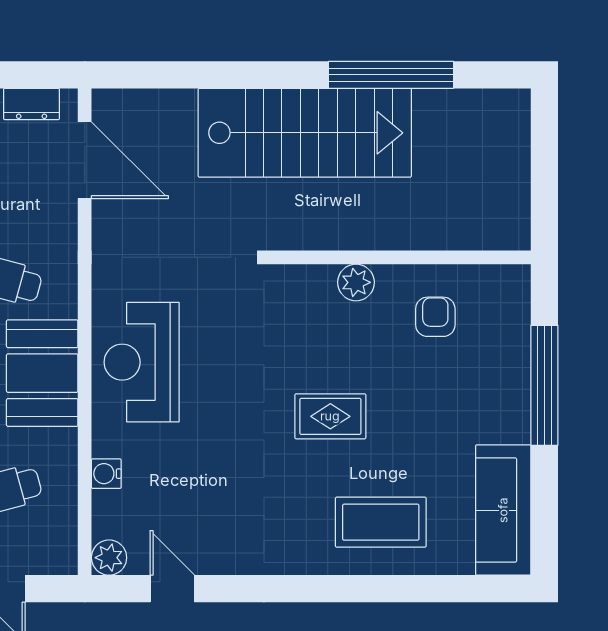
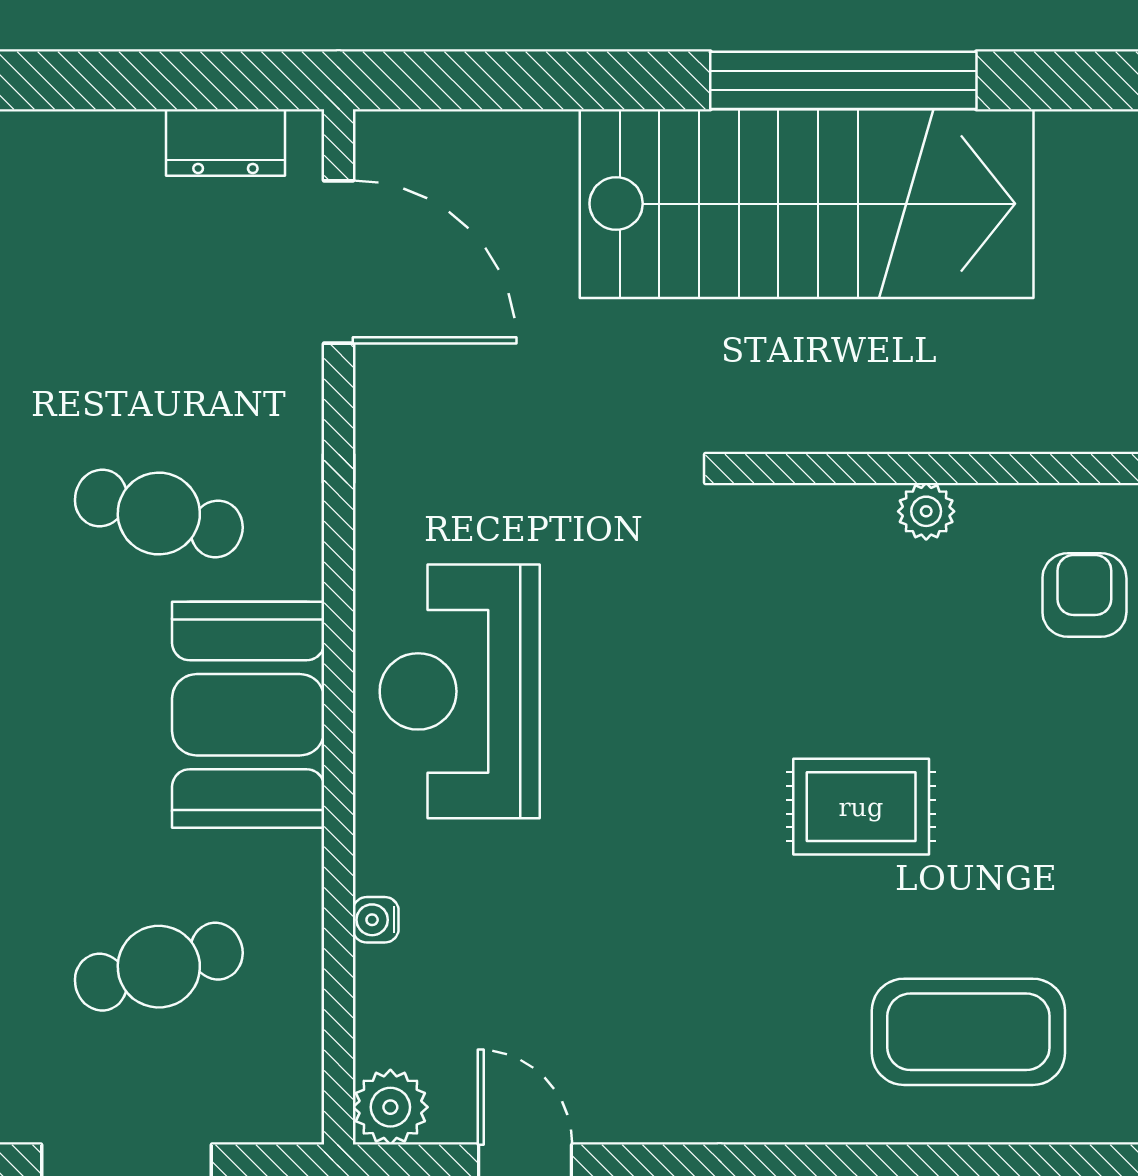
window: (391, 75) -> (843, 80), moved
plant: (356, 282) -> (926, 511), width x0.73, depth x0.73
water cooler: (106, 474) -> (376, 920), width x0.72, depth x0.72

